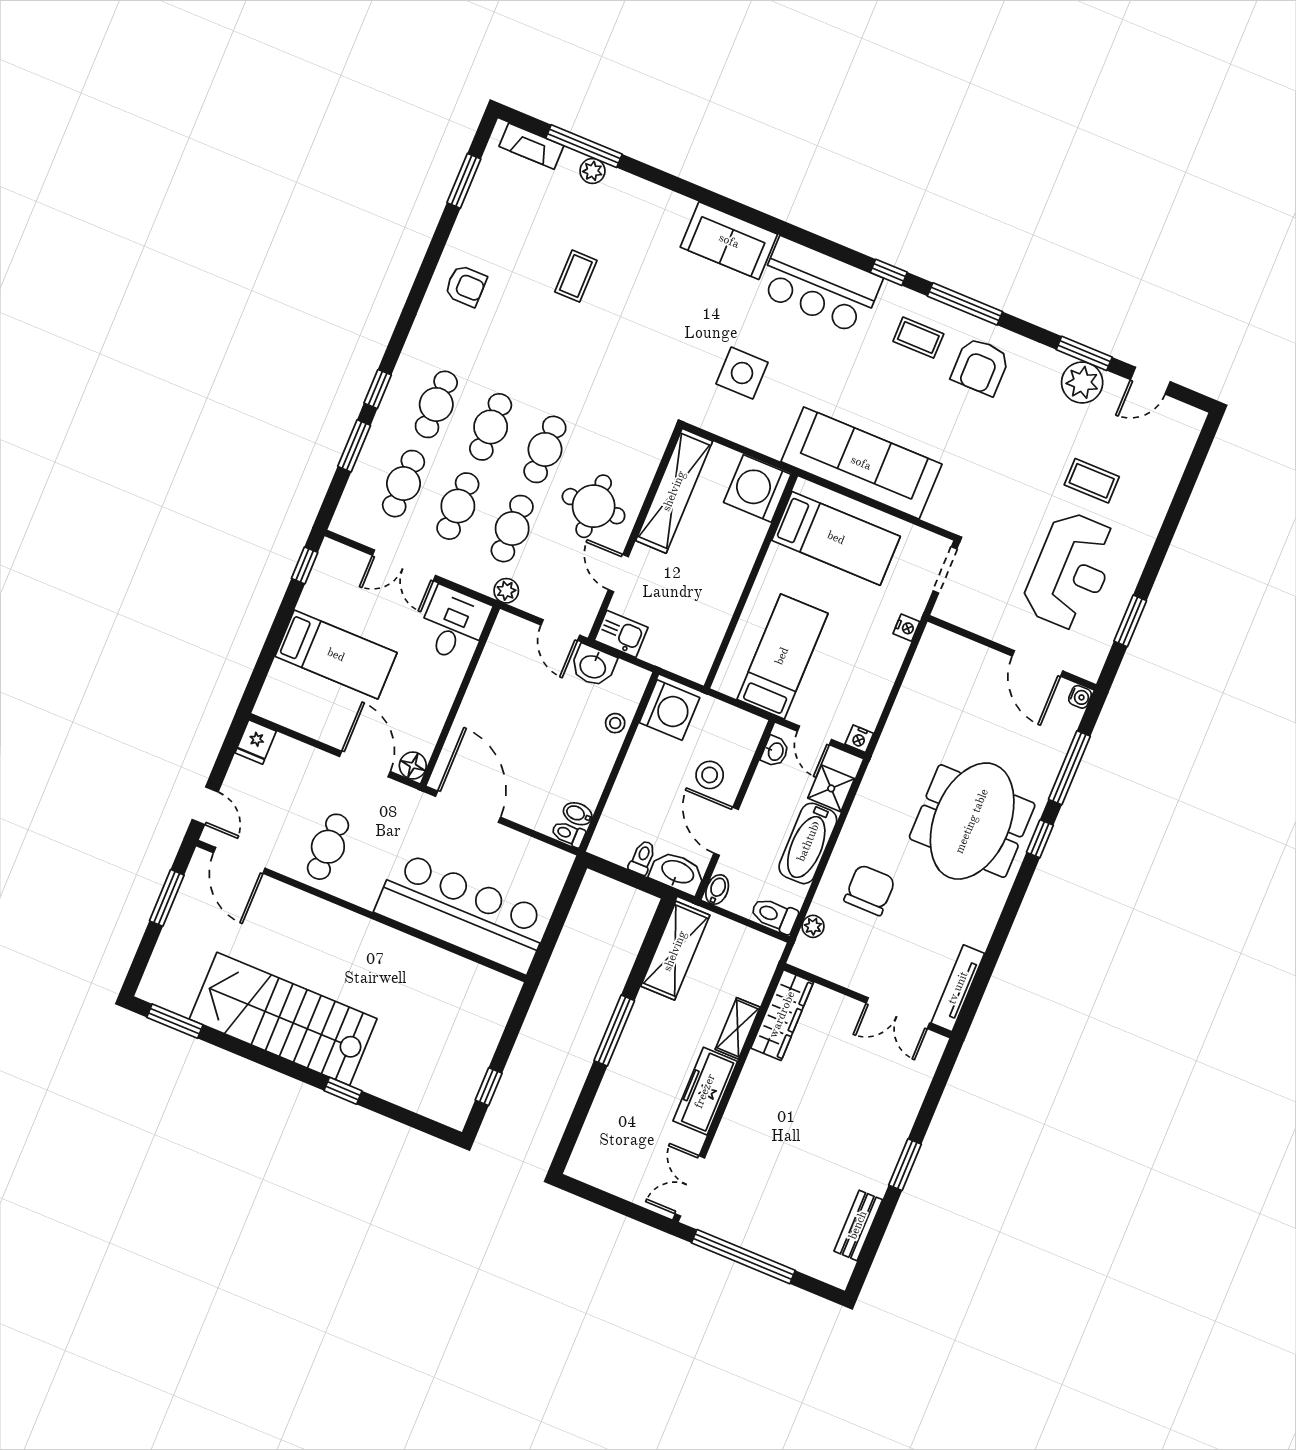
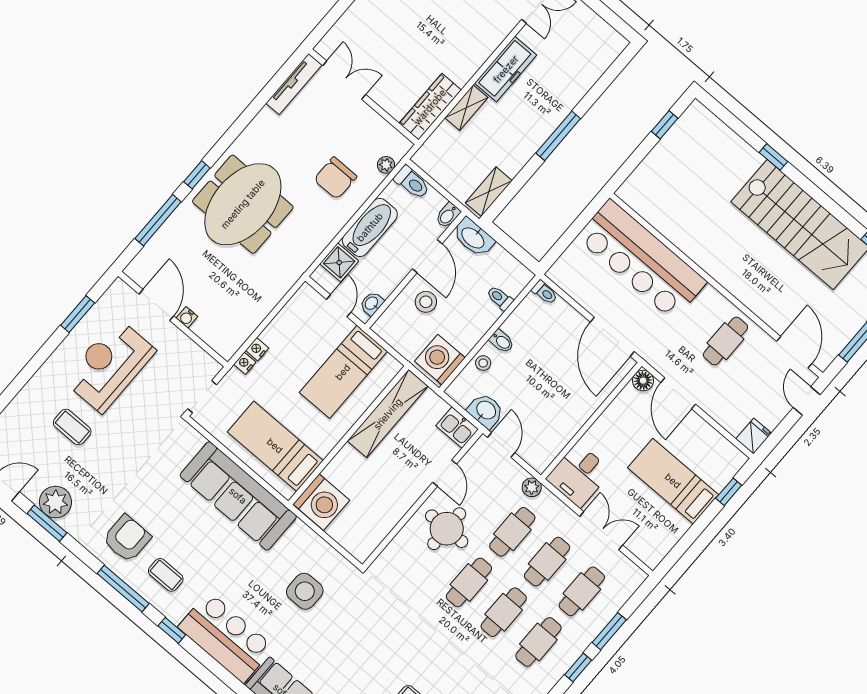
shelving: (674, 491) -> (388, 414), moved
window: (305, 565) -> (729, 492), moved
water cooler: (1080, 697) -> (187, 317), moved, turned -90
nightstand: (859, 739) -> (257, 349), moved, turned -90
bidet: (578, 814) -> (502, 341), moved
toilet: (642, 858) -> (500, 298), moved, turned 90
shelving: (675, 951) -> (489, 192), width x0.67, depth x0.75

